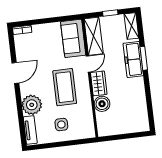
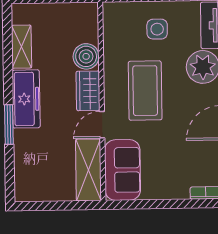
window: (110, 13) -> (57, 206), removed
shelving: (131, 26) -> (22, 47), moved
freezer: (133, 59) -> (26, 99), moved

